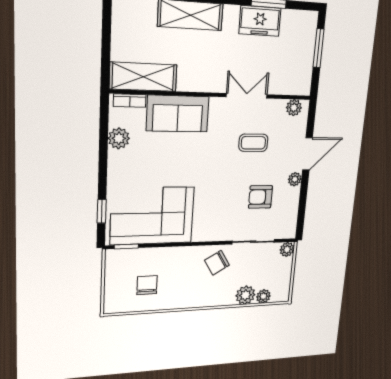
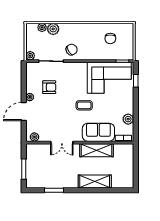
freezer: (260, 21) -> (58, 181), removed
shelving: (143, 77) -> (96, 150), moved
coffee table: (253, 143) -> (84, 105), moved

